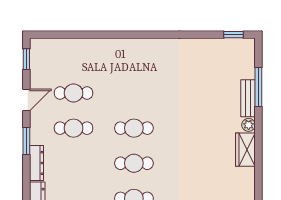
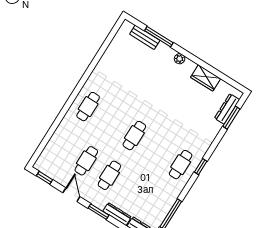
window: (233, 35) -> (114, 31), removed
bench: (248, 98) -> (145, 37), moved
wardrobe: (245, 150) -> (206, 78), moved
cafe table: (134, 163) -> (88, 107), moved

